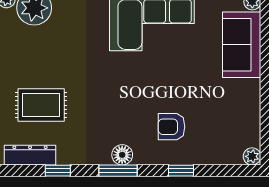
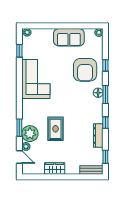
sofa: (242, 45) -> (69, 37), moved
rug: (41, 105) -> (55, 129), moved
armchair: (172, 127) -> (85, 70), width x1.88, depth x1.88

